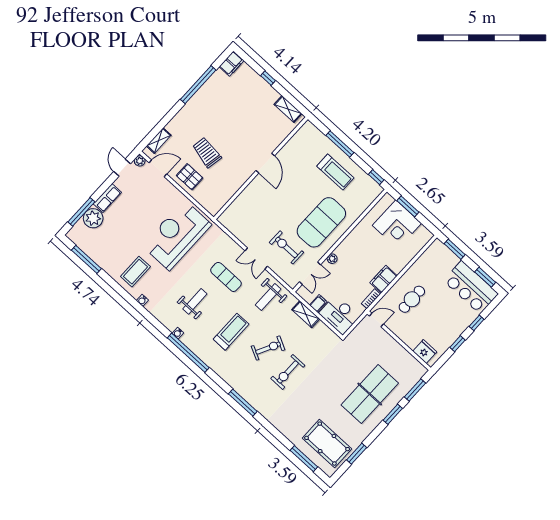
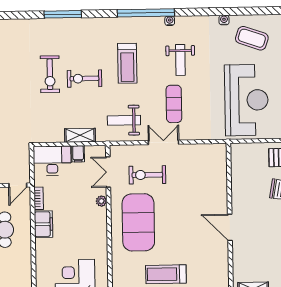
exercise bike: (286, 247) -> (147, 175), turned 180
coffee table: (135, 272) -> (252, 38), turned -71
exercise mat: (226, 277) -> (174, 104), turned 90
weight bench: (268, 297) -> (124, 120), turned -90
exercise bike: (268, 348) -> (84, 79), turned 63
exercise bike: (288, 372) -> (50, 74), turned 180

